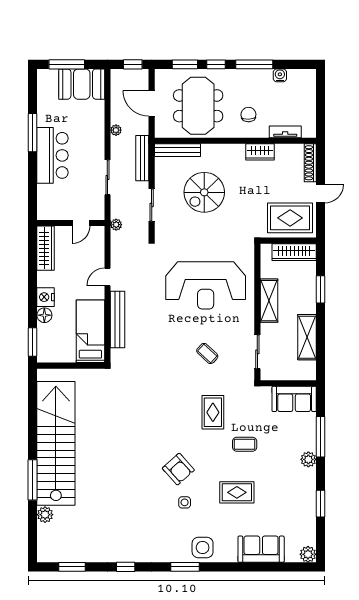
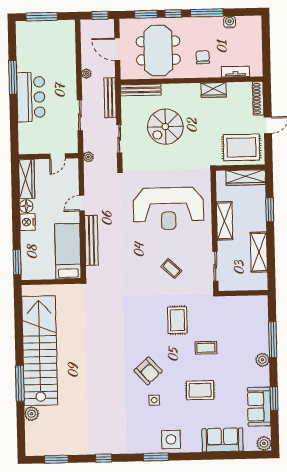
booth: (82, 84) -> (55, 34), removed
floor lamp: (44, 315) -> (26, 206), moved
sofa: (294, 399) -> (259, 407), moved, turned 90

